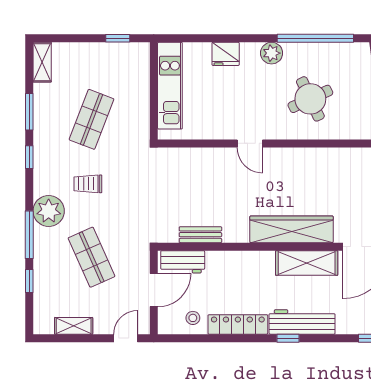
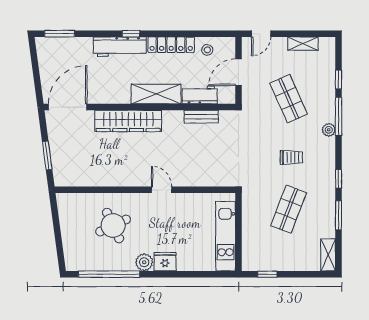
fridge: (226, 54) -> (165, 262), moved
plant: (49, 211) -> (329, 130), width x0.53, depth x0.53
workbench: (183, 262) -> (200, 95), moved
shelving: (307, 263) -> (156, 94), moved

